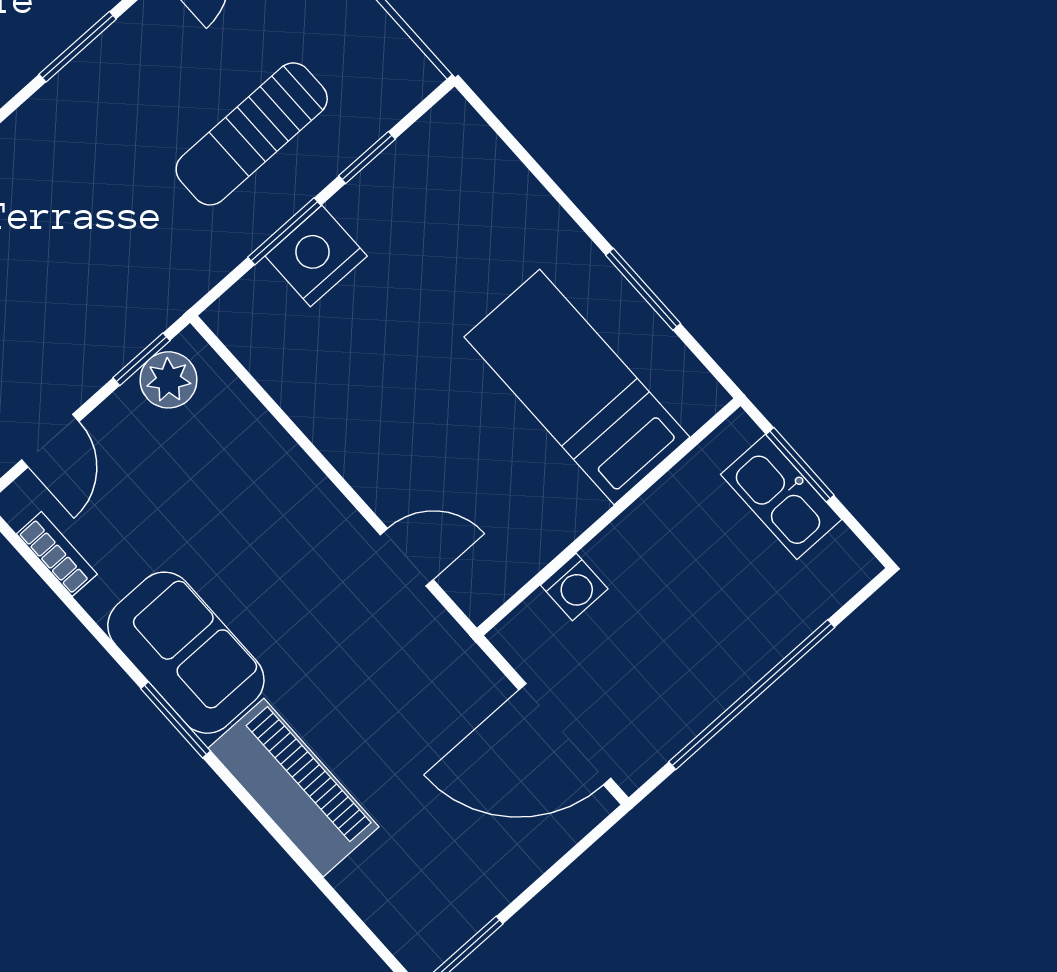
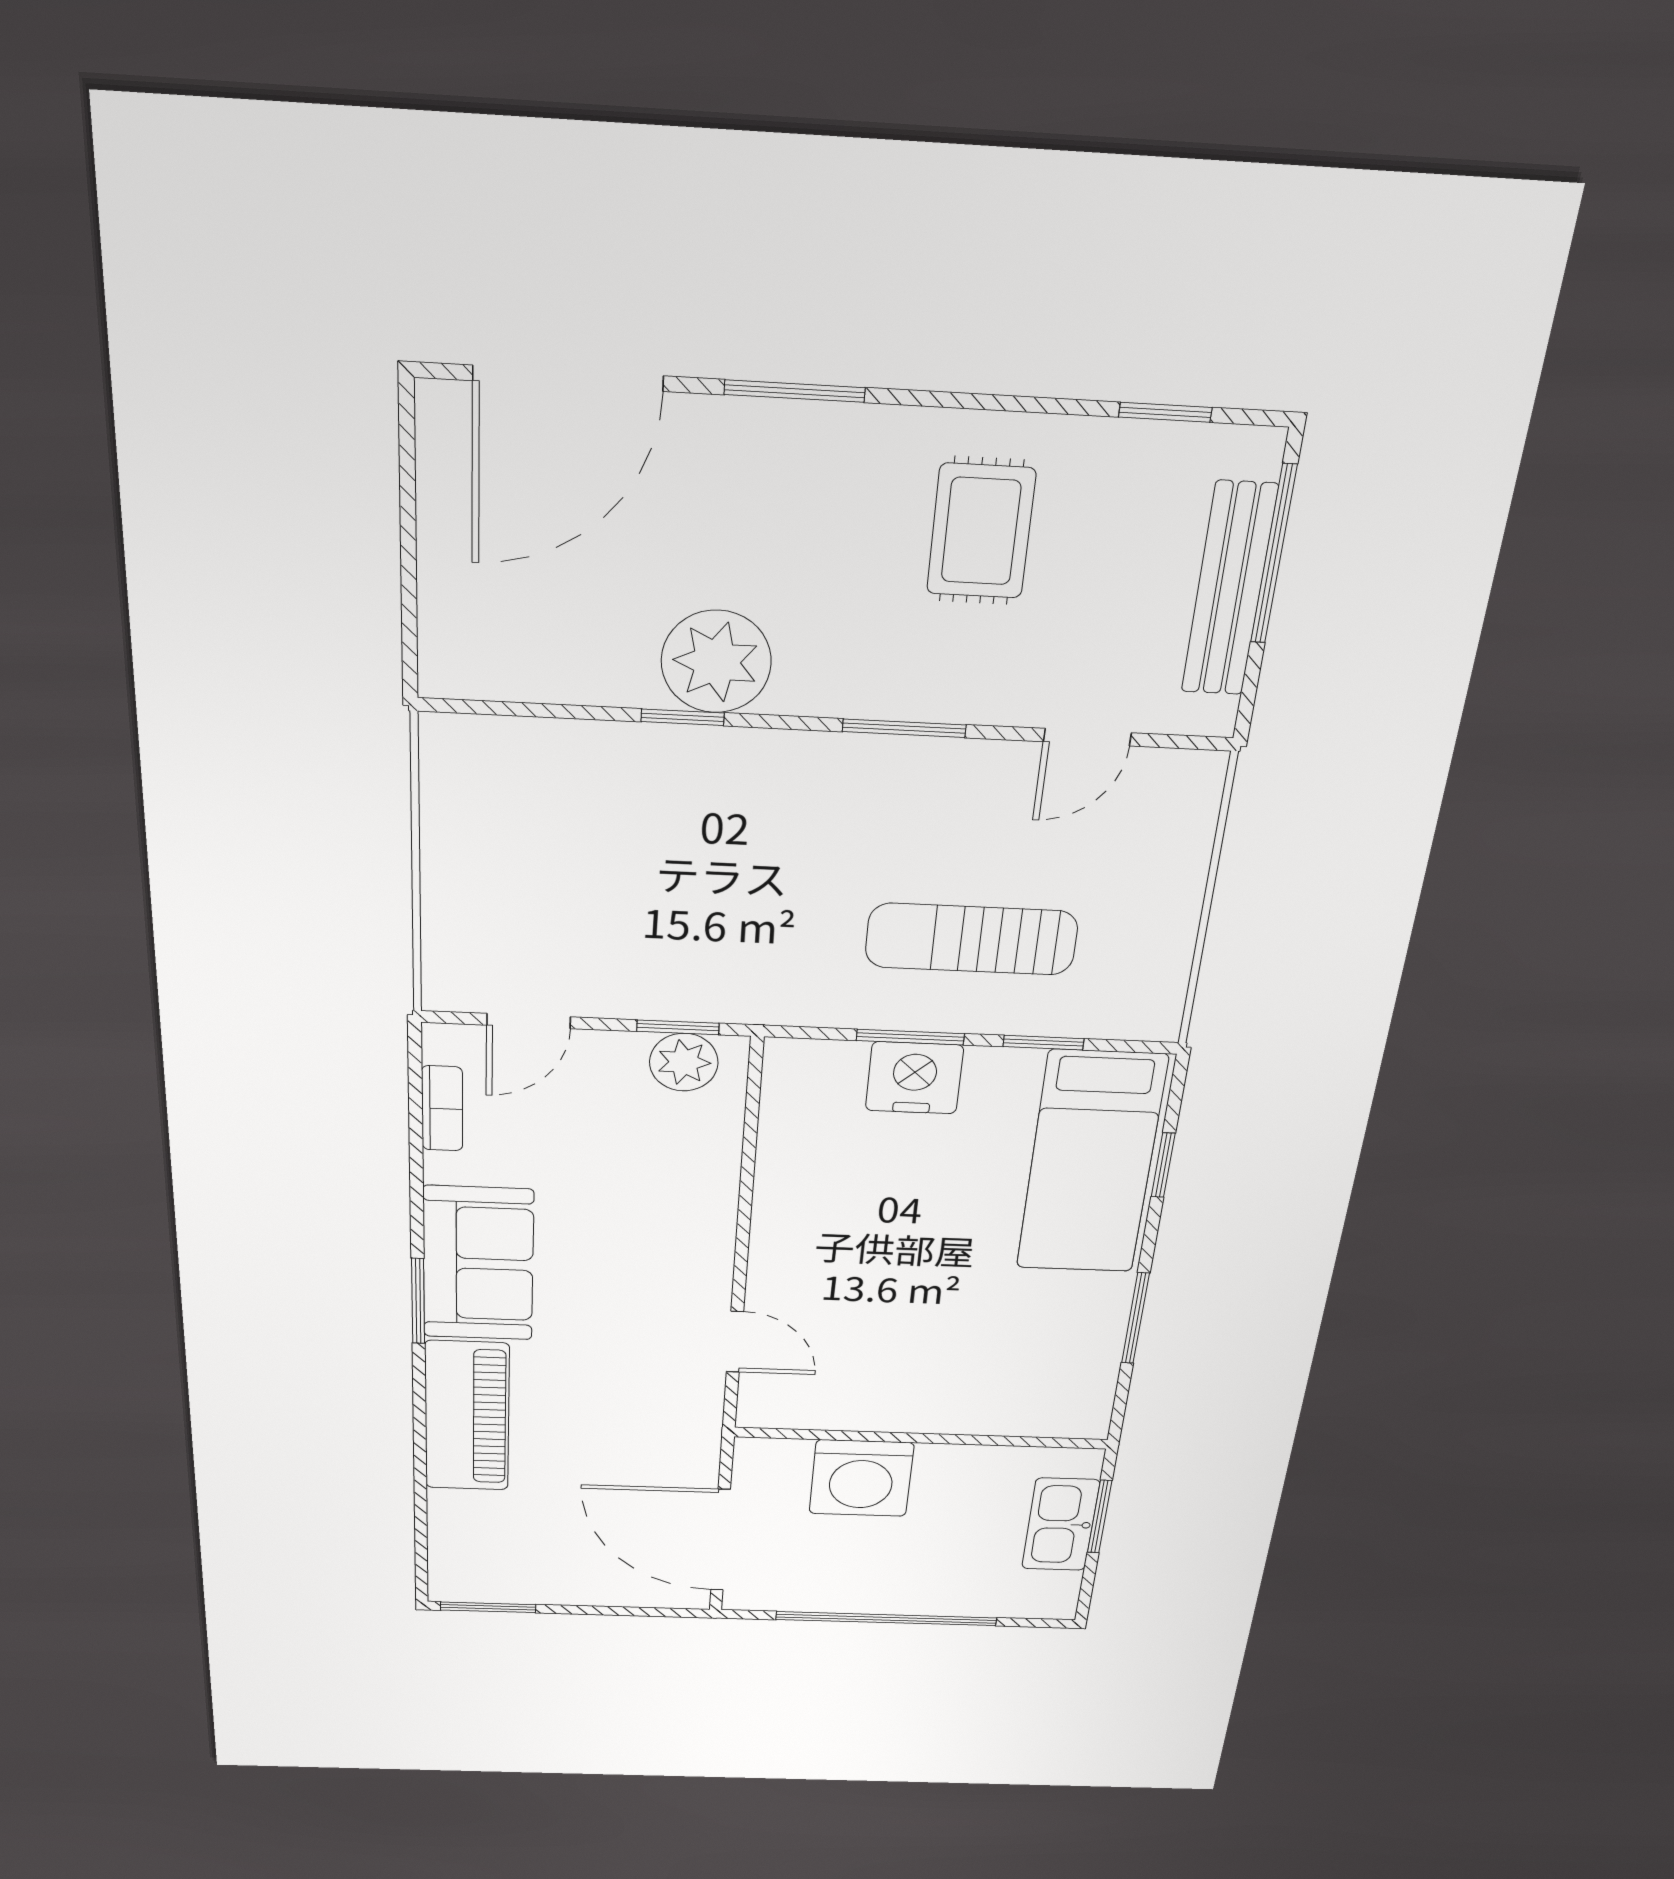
window: (533, 166) -> (1163, 1165), added
bed: (577, 387) -> (1091, 1163), moved, turned 180
washing machine: (574, 587) -> (861, 1478), width x1.89, depth x1.89

